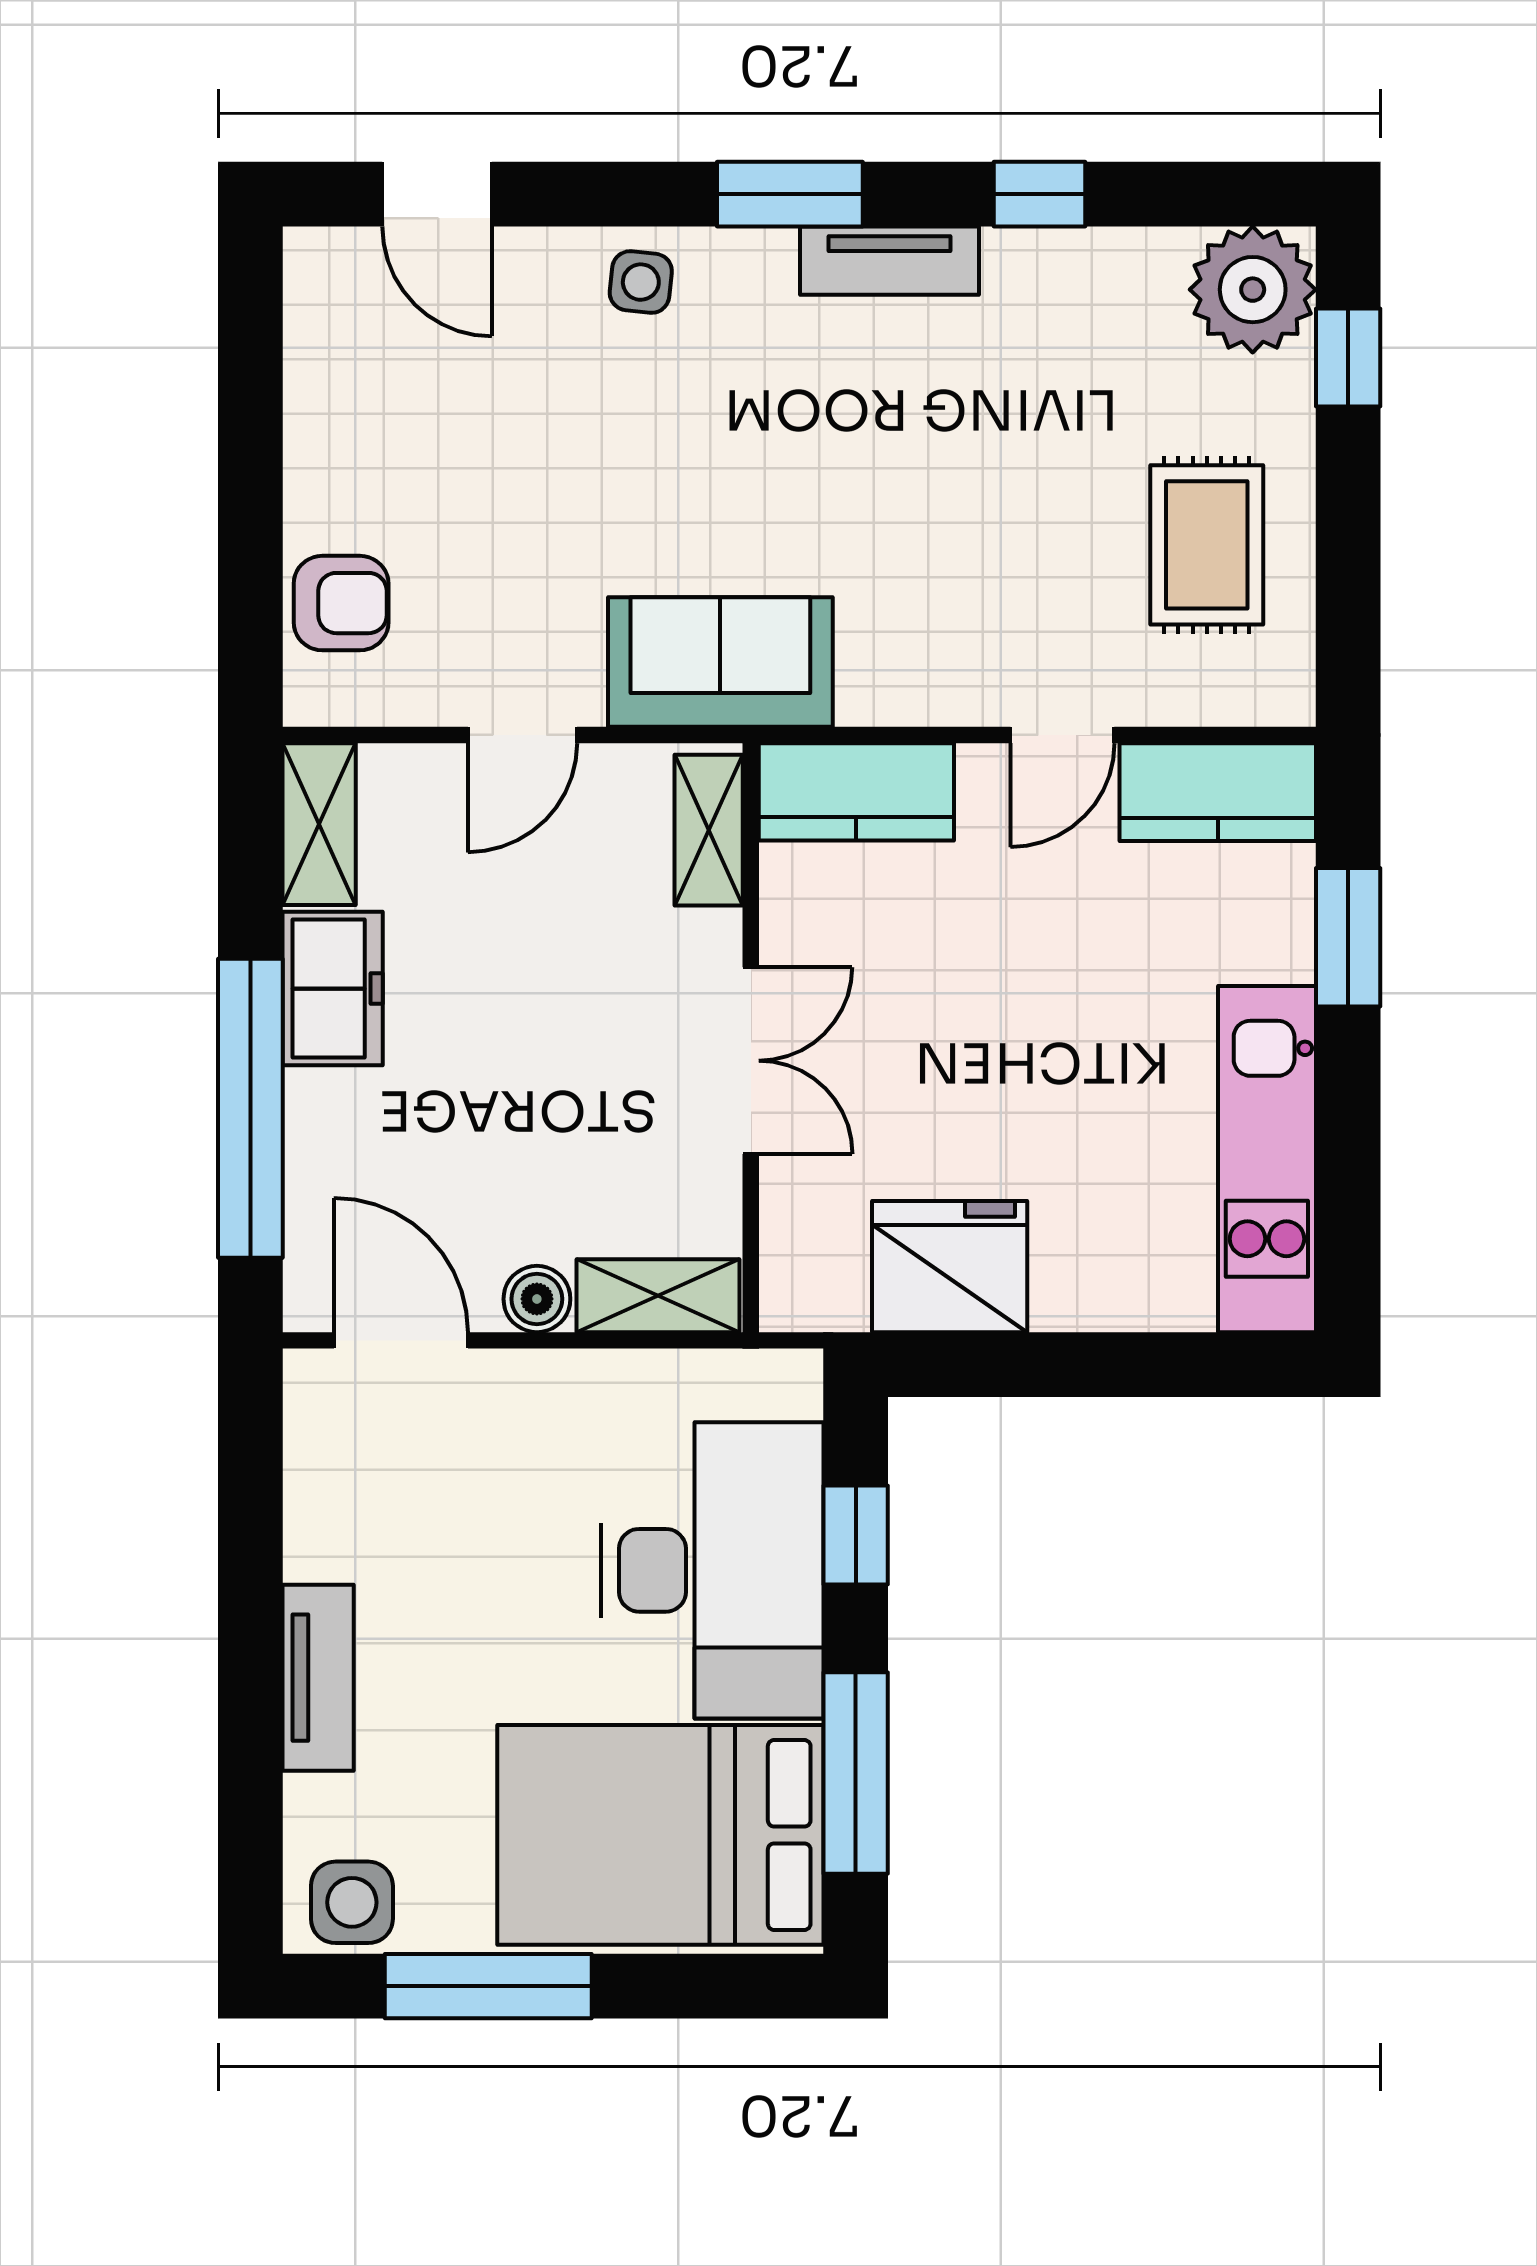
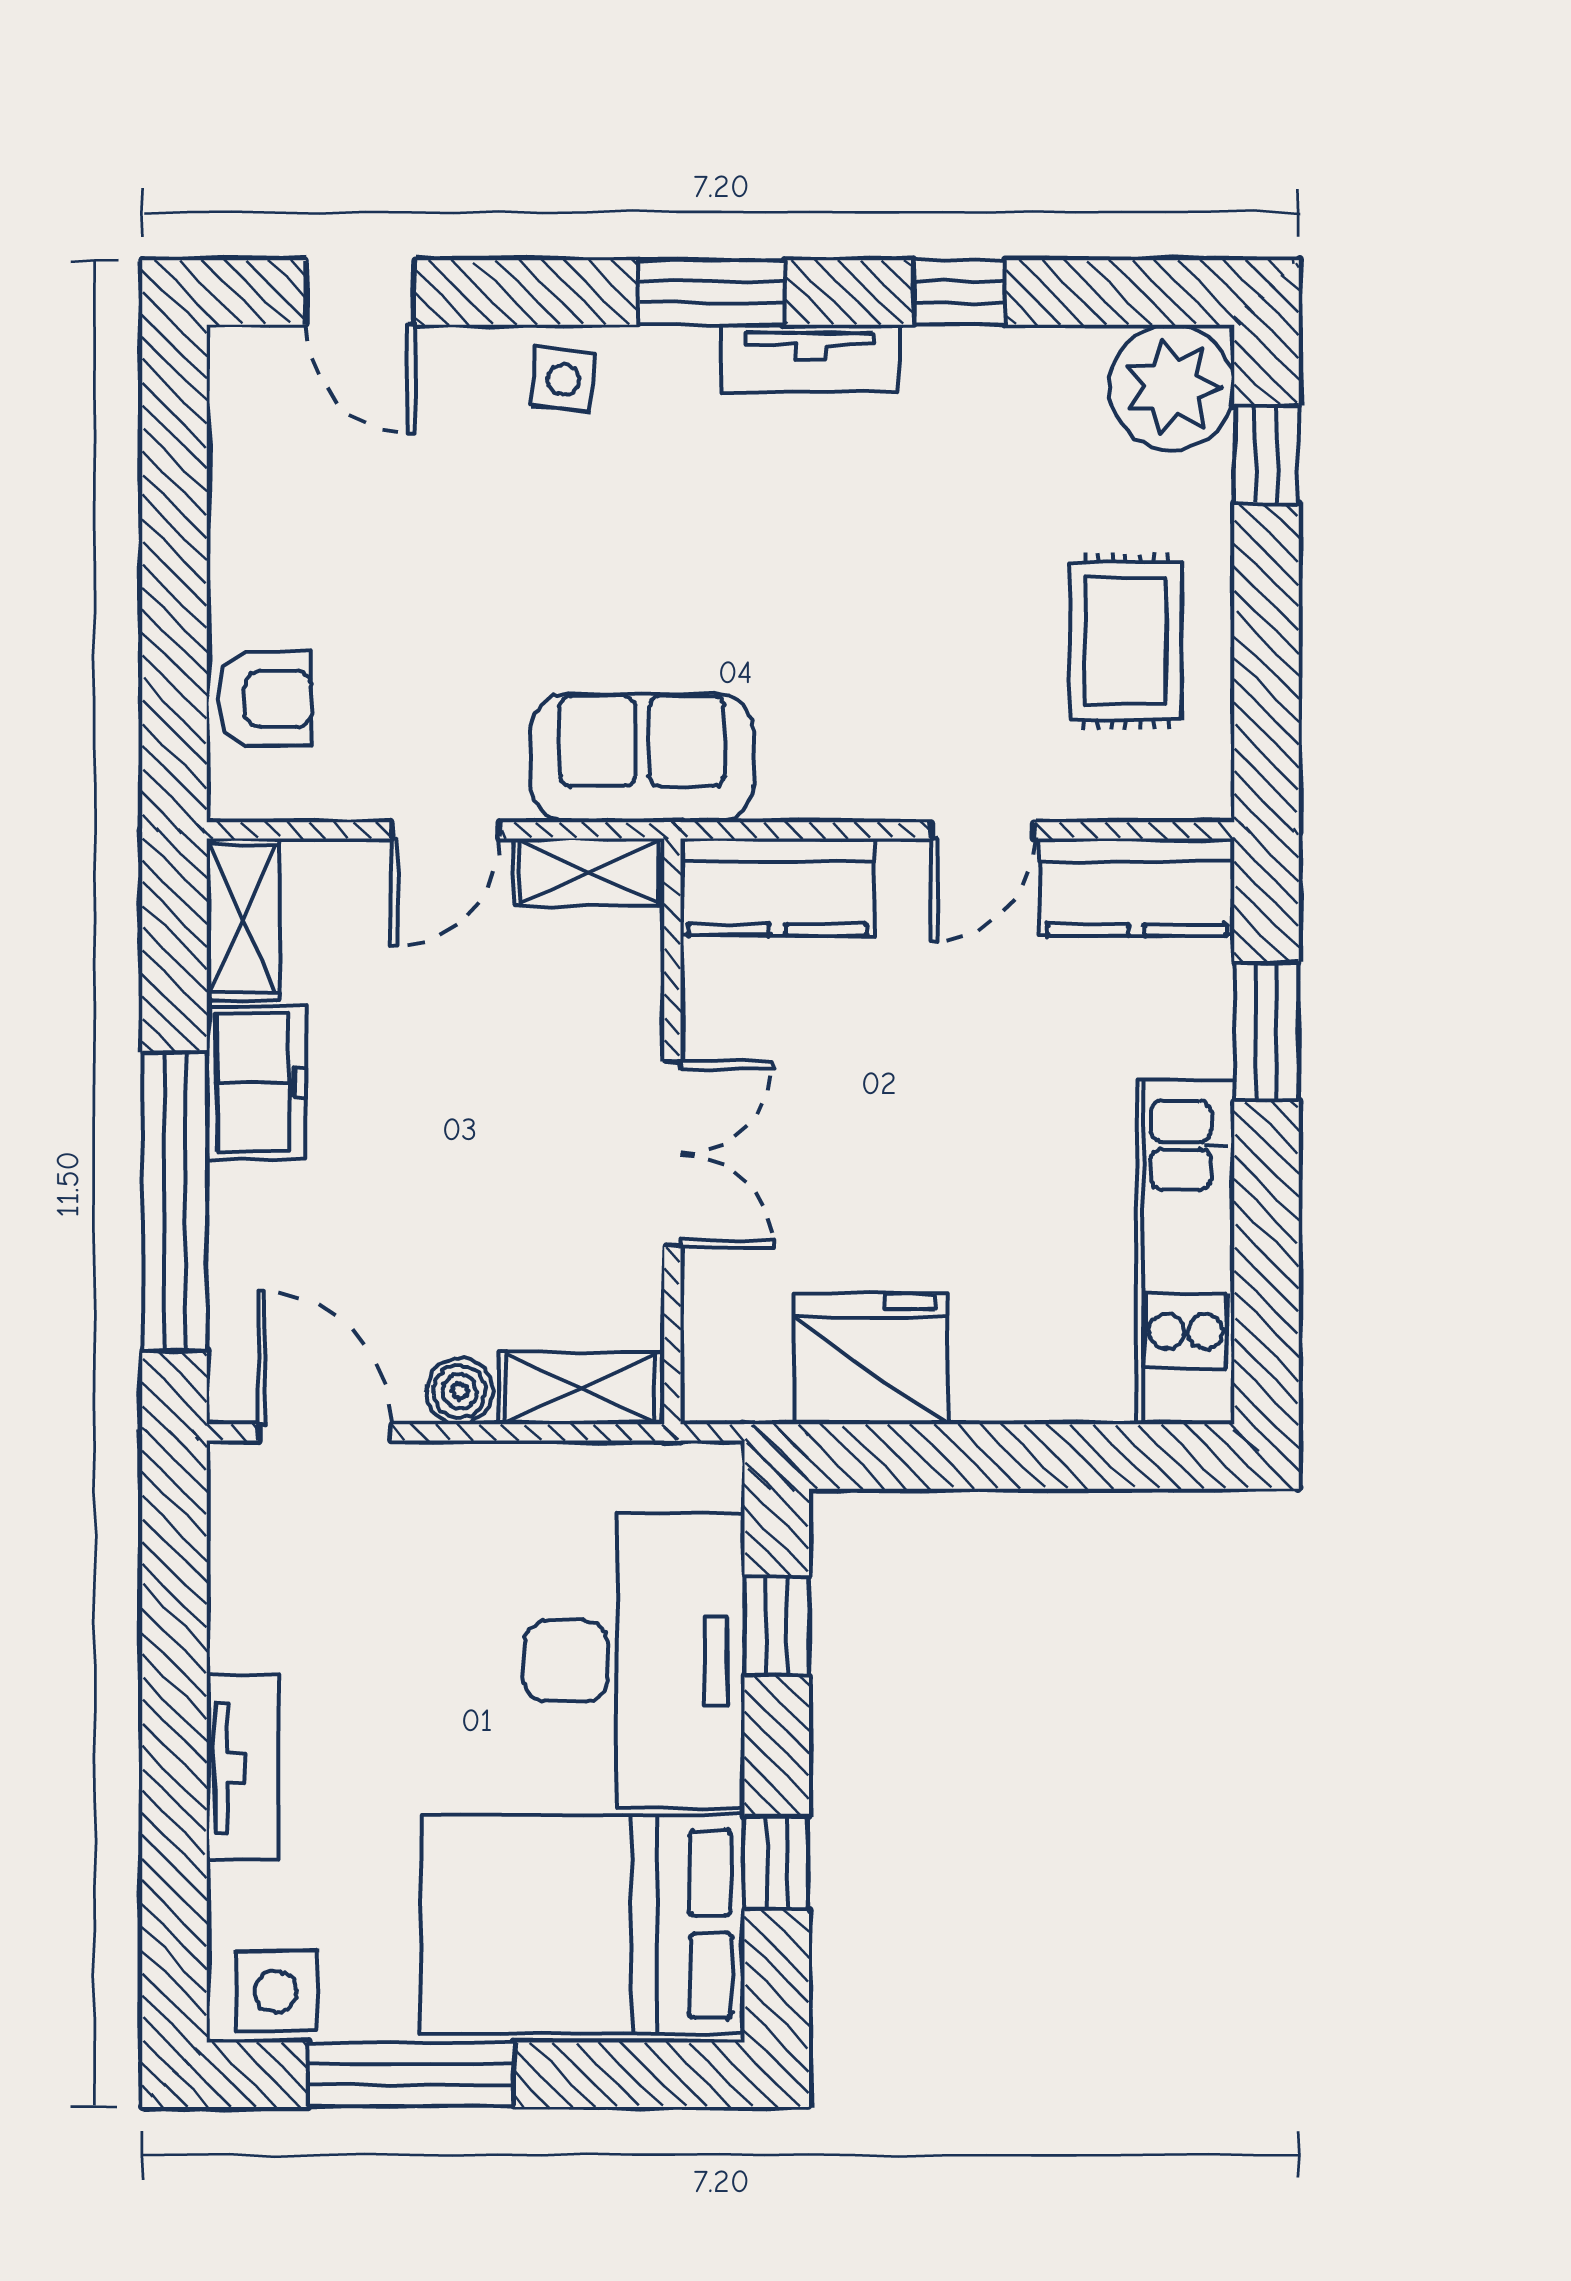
shelving: (709, 830) -> (589, 872), moved, turned 90
window: (856, 1773) -> (777, 1863), width x0.46

